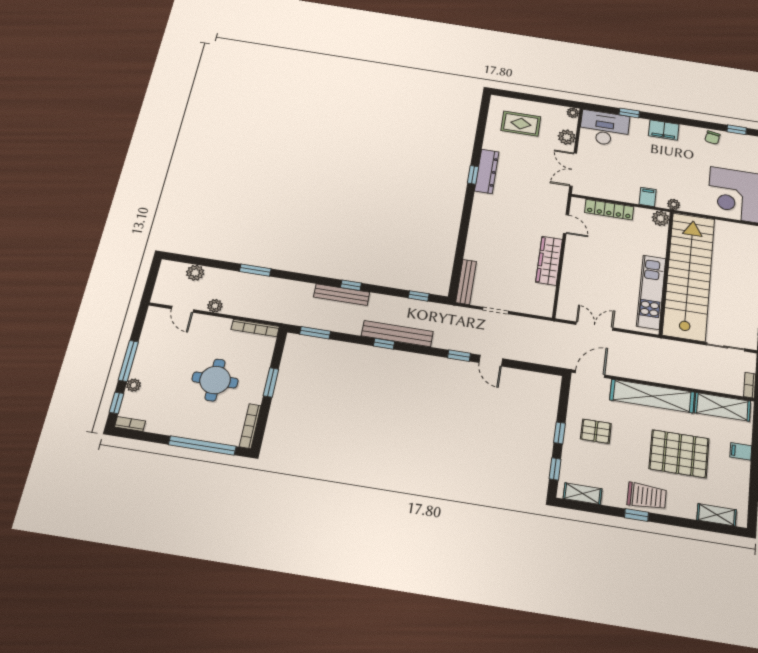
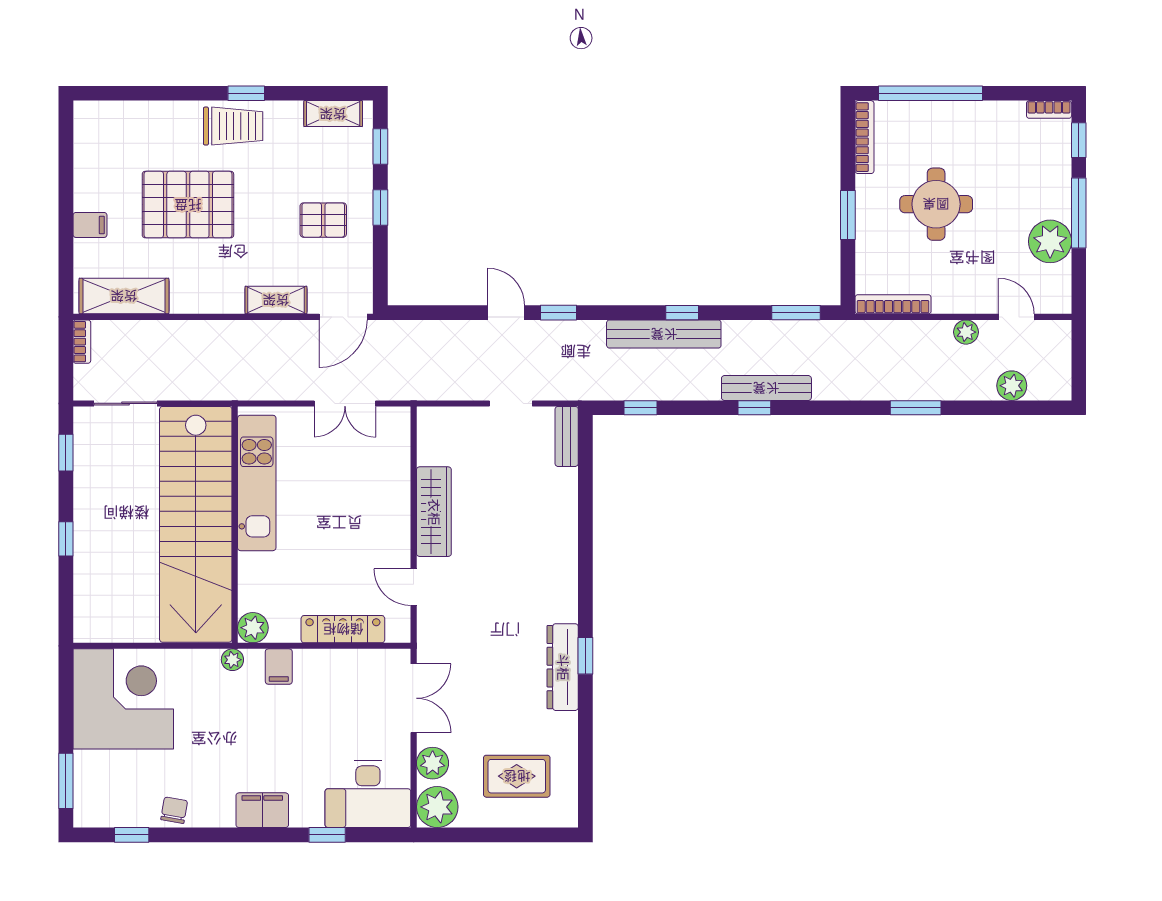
plant: (573, 113) -> (437, 807), width x1.87, depth x1.87
bench: (466, 282) -> (567, 436), width x0.73
plant: (134, 385) -> (1050, 241), moved, width x1.88, depth x1.88
shelving: (652, 396) -> (276, 300), width x0.45, depth x0.75
trolley: (647, 496) -> (233, 126), turned 180
shelving: (717, 515) -> (122, 114), removed

